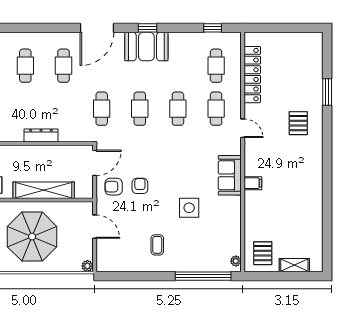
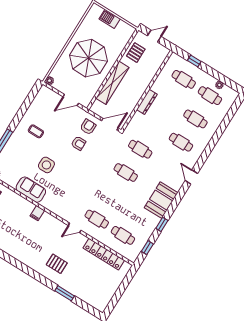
door: (97, 28) -> (191, 177), width x0.53
window: (147, 28) -> (162, 224), moved
cafe table: (178, 109) -> (111, 196), removed
door: (95, 163) -> (110, 124), swing flipped
sofa: (230, 175) -> (31, 190), moved

